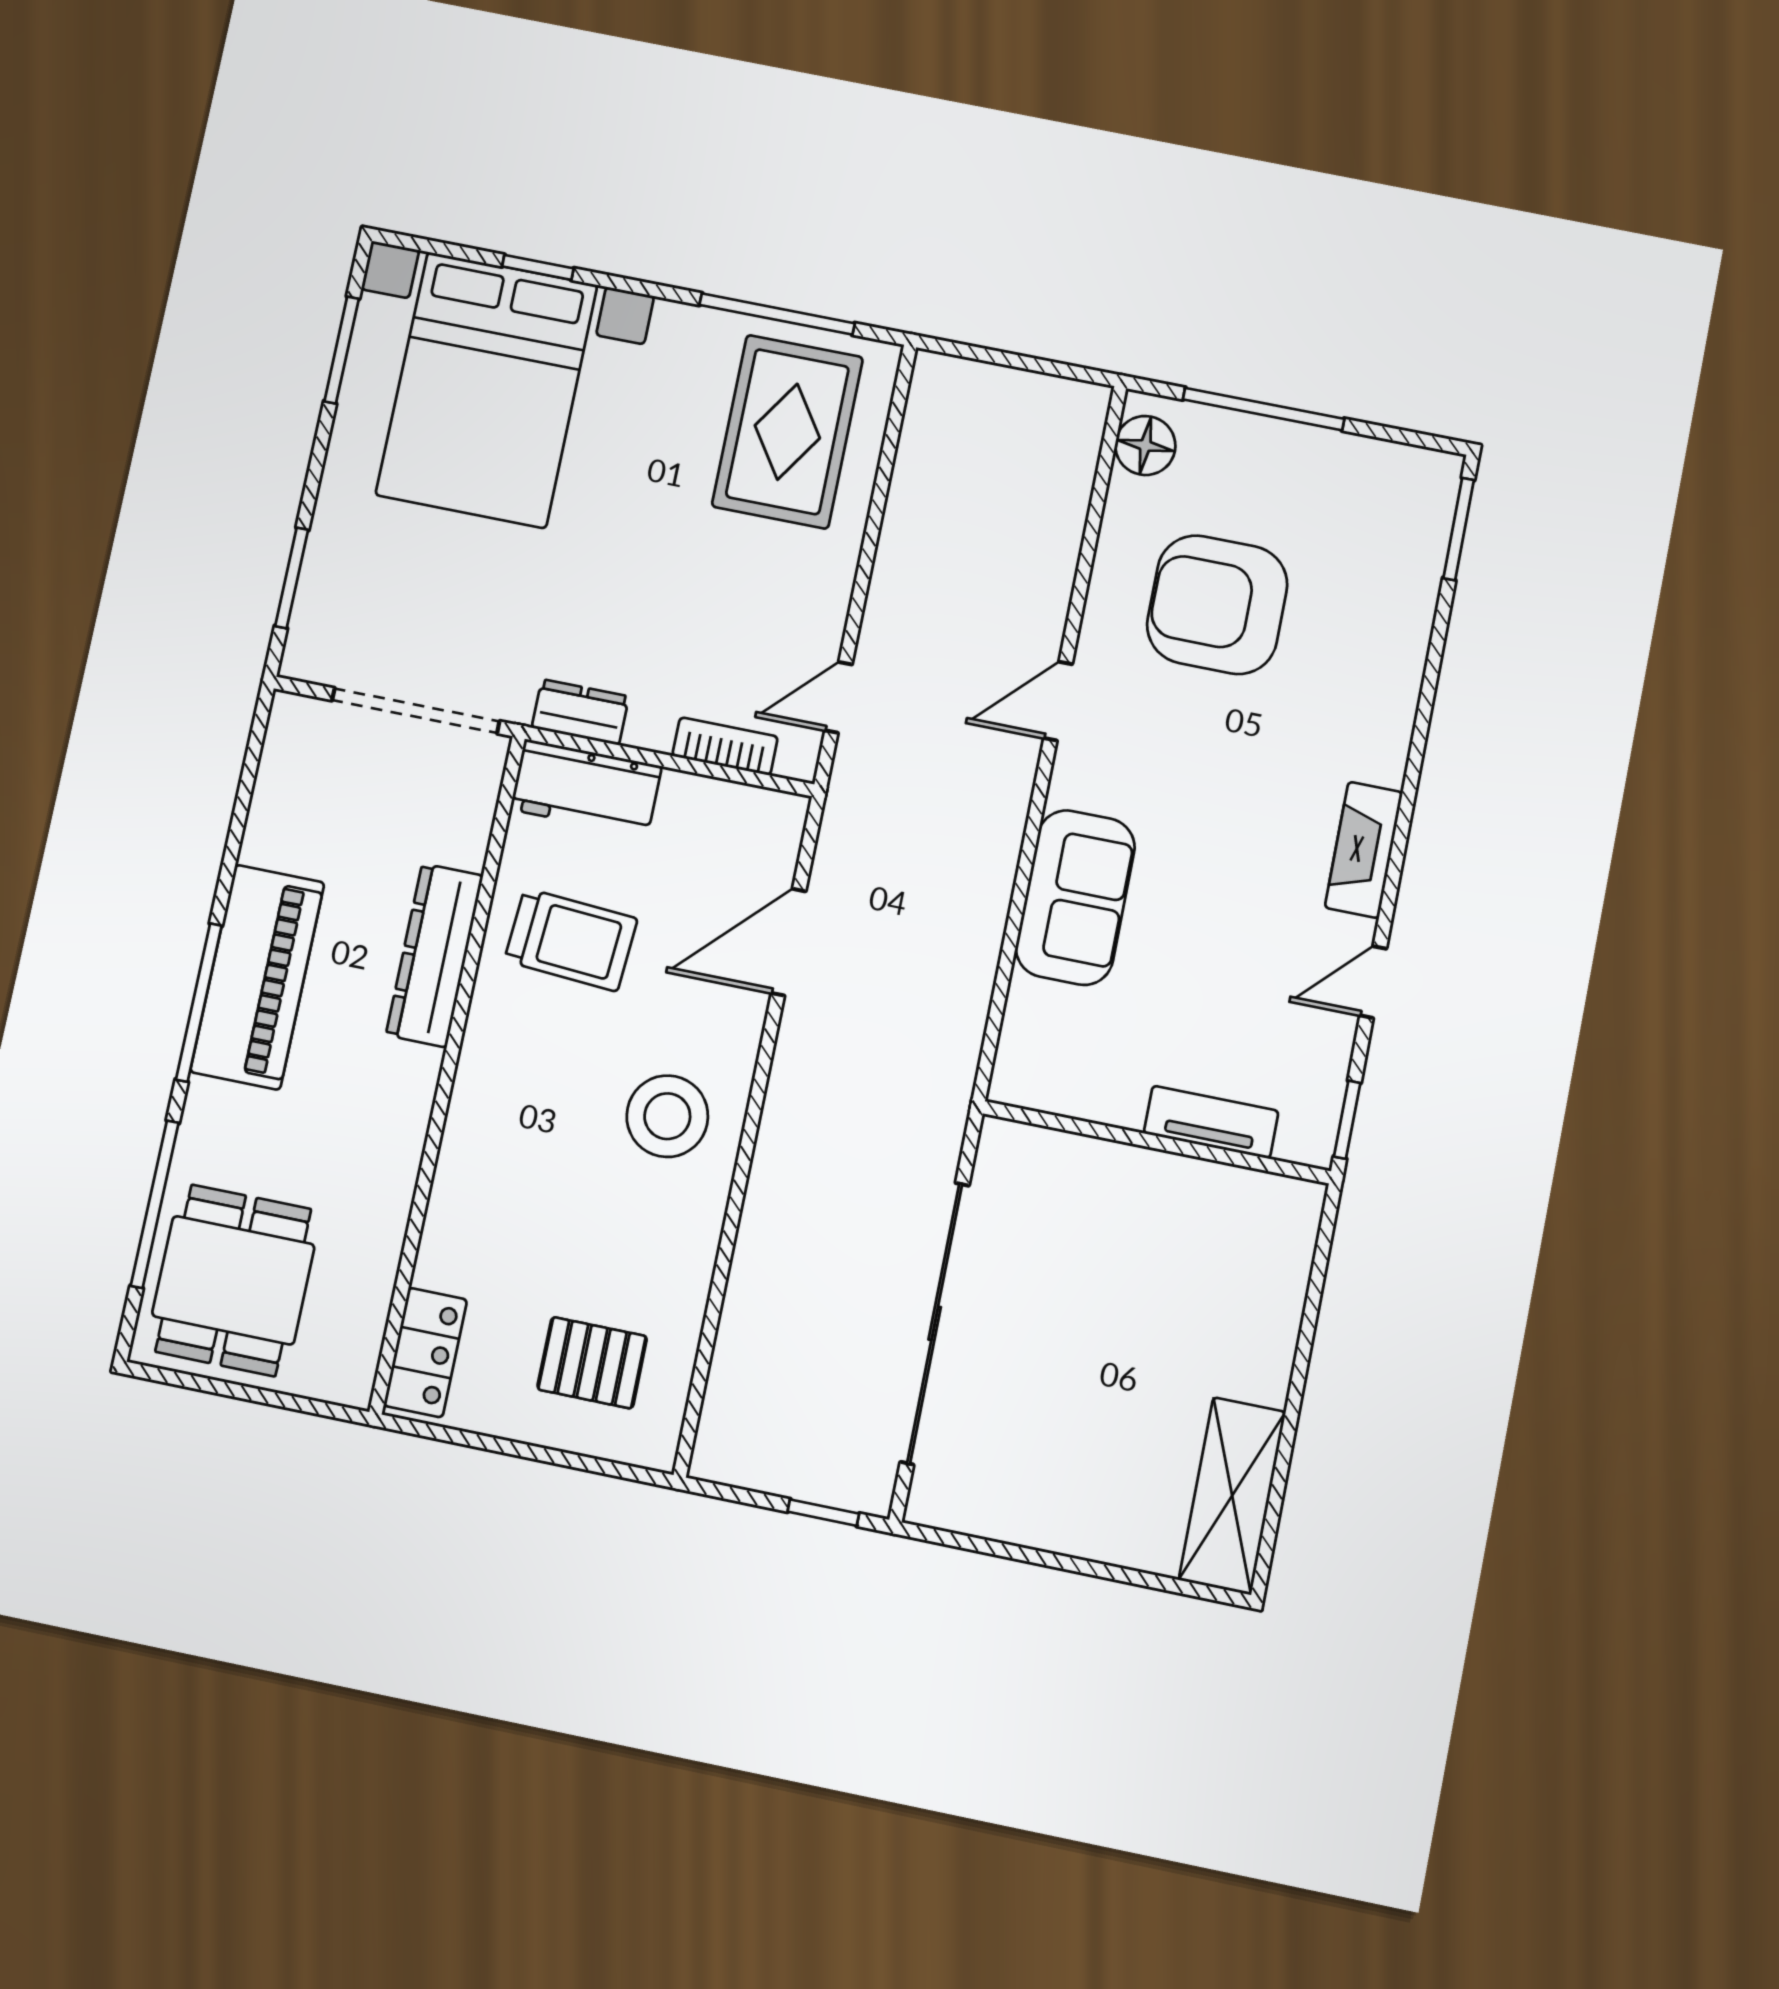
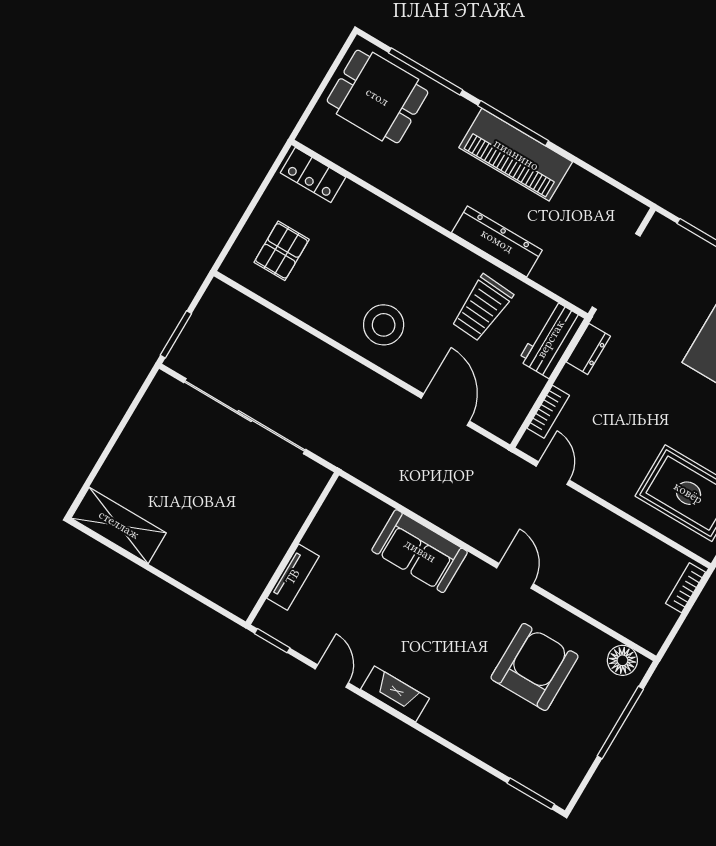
bookcase: (967, 376) -> (686, 588), added
window: (823, 1513) -> (176, 334), width x1.50

